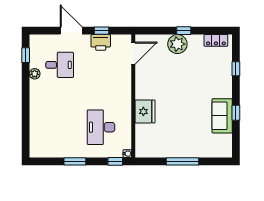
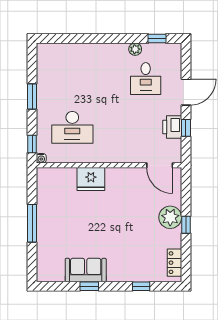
desk: (101, 127) -> (72, 127), turned 180

